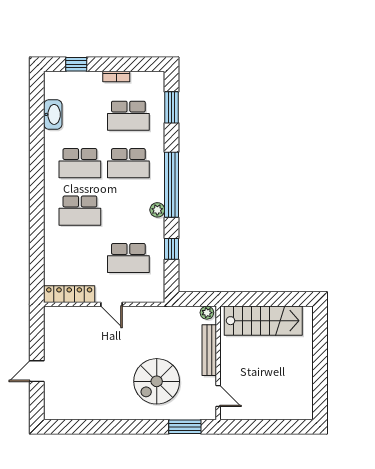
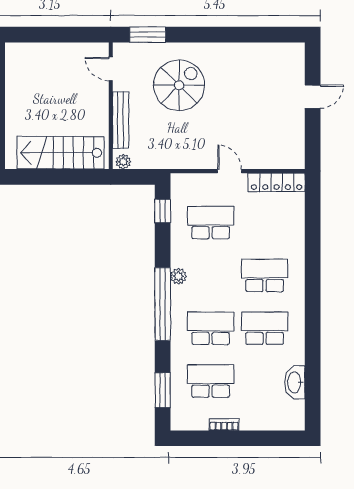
window: (76, 64) -> (269, 438), removed
window: (171, 249) -> (163, 211), moved

